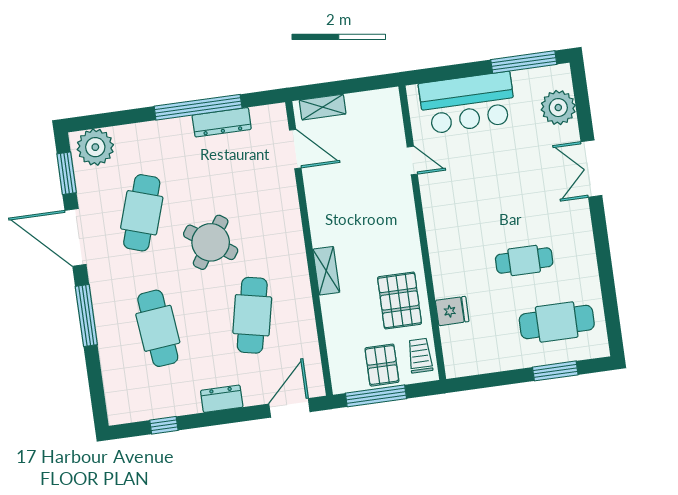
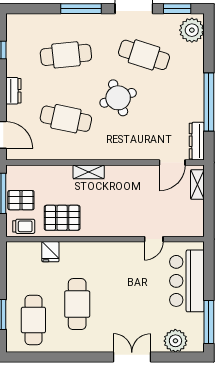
dresser: (222, 122) -> (197, 141), moved
round table: (211, 242) -> (118, 98), turned 36
cafe table: (524, 260) -> (77, 304), width x1.37, depth x1.35

